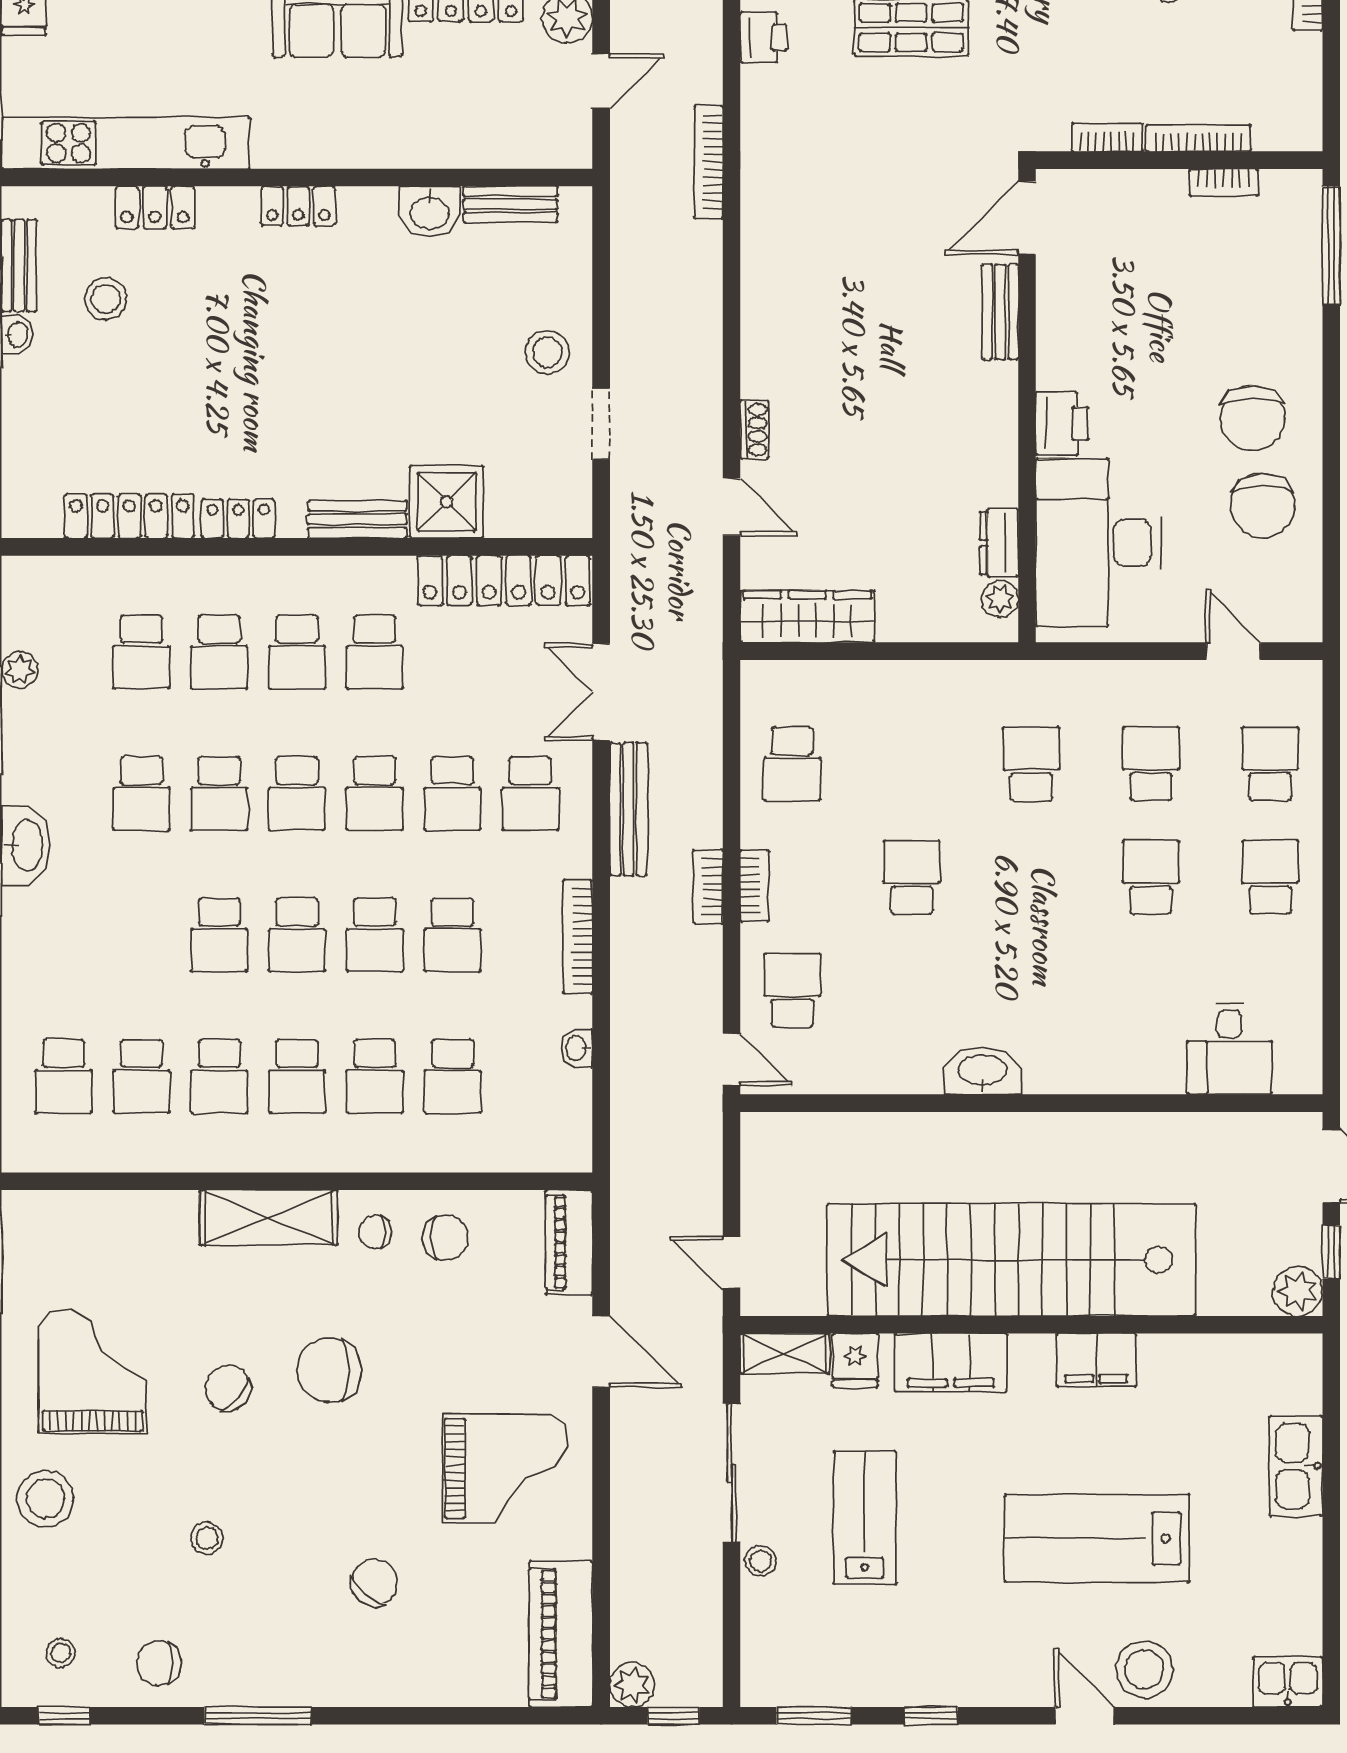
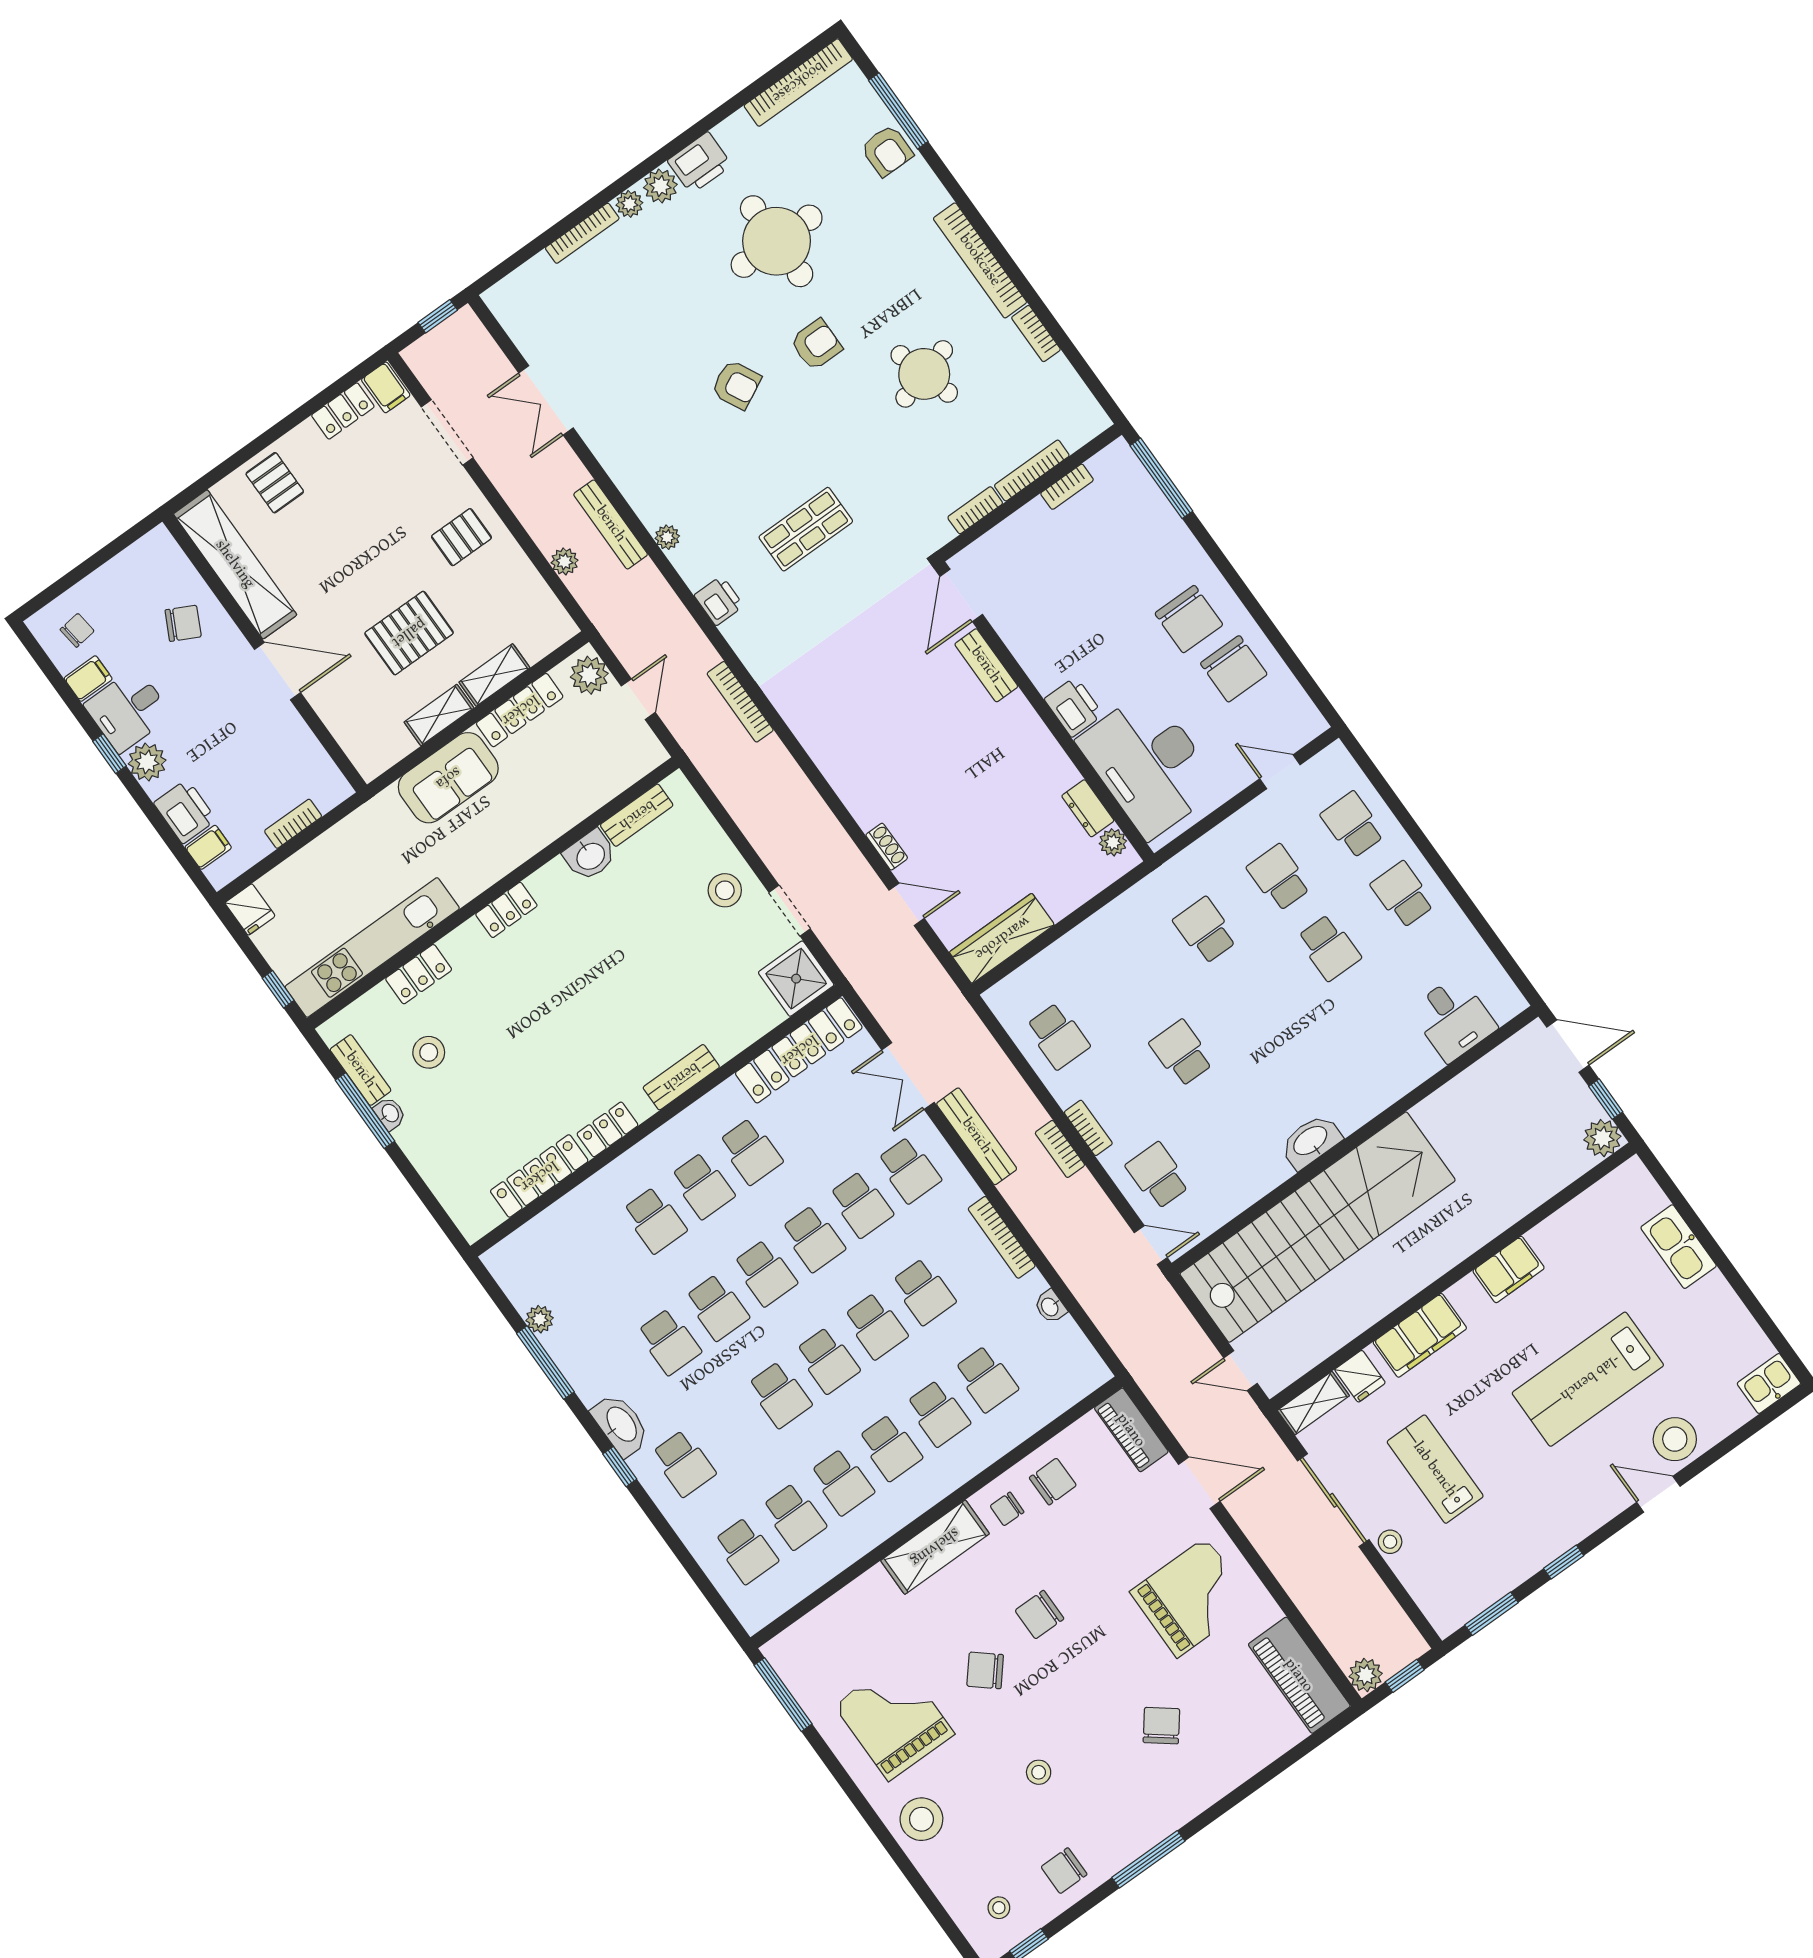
shower: (447, 502) -> (796, 979), moved
school desk: (141, 652) -> (684, 1463), moved
school desk: (1151, 877) -> (1329, 947), turned 180
stairs: (1011, 1260) -> (1318, 1227), moved, turned 180
chair: (329, 1370) -> (1040, 1615), width x0.73, depth x0.73

